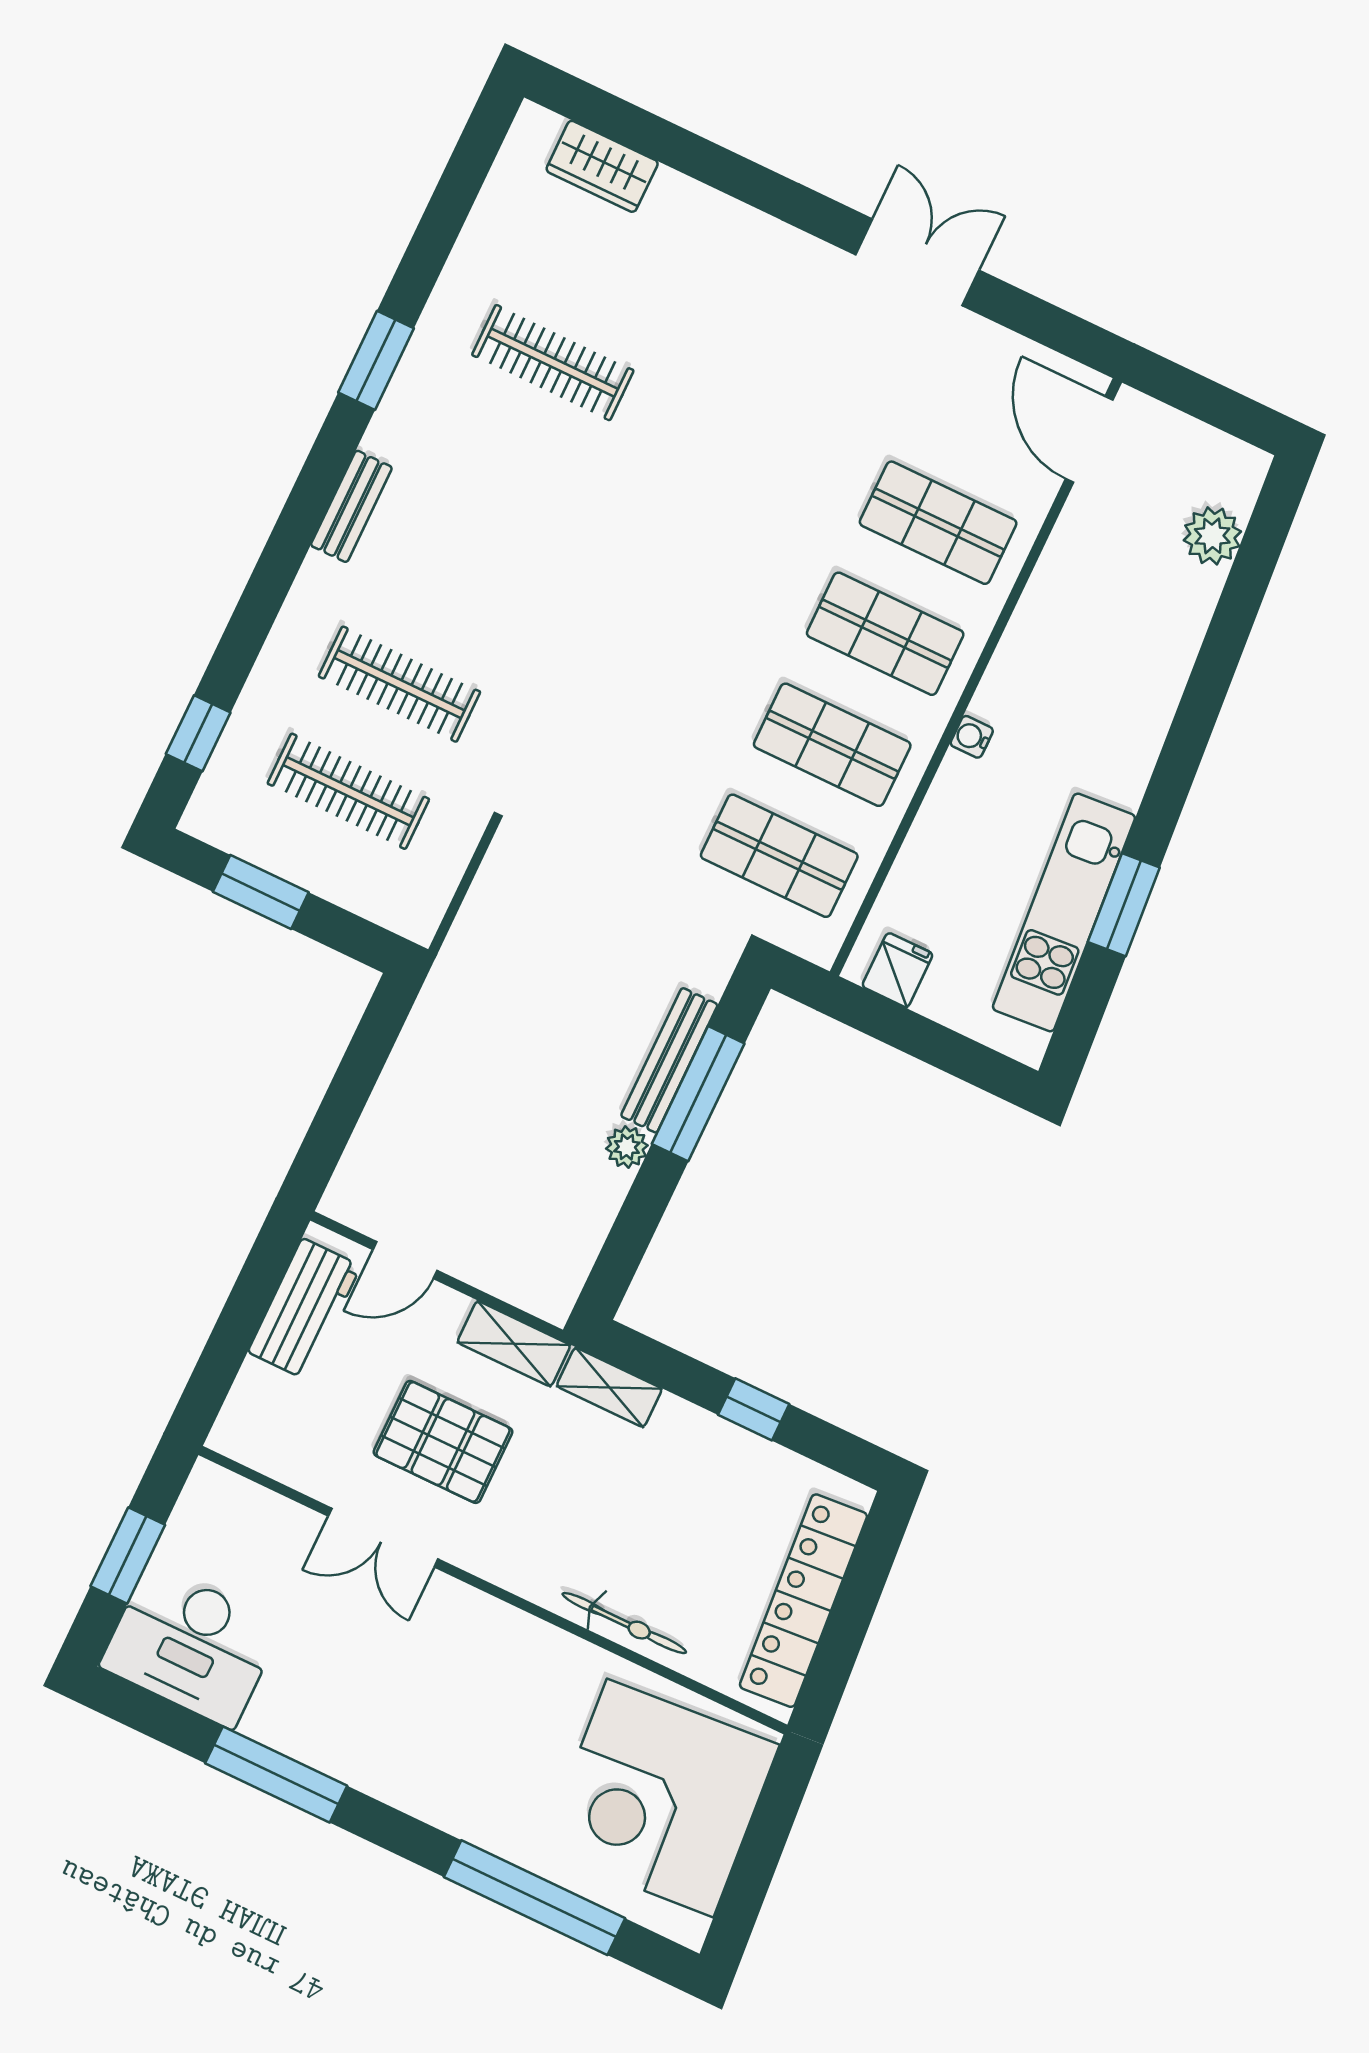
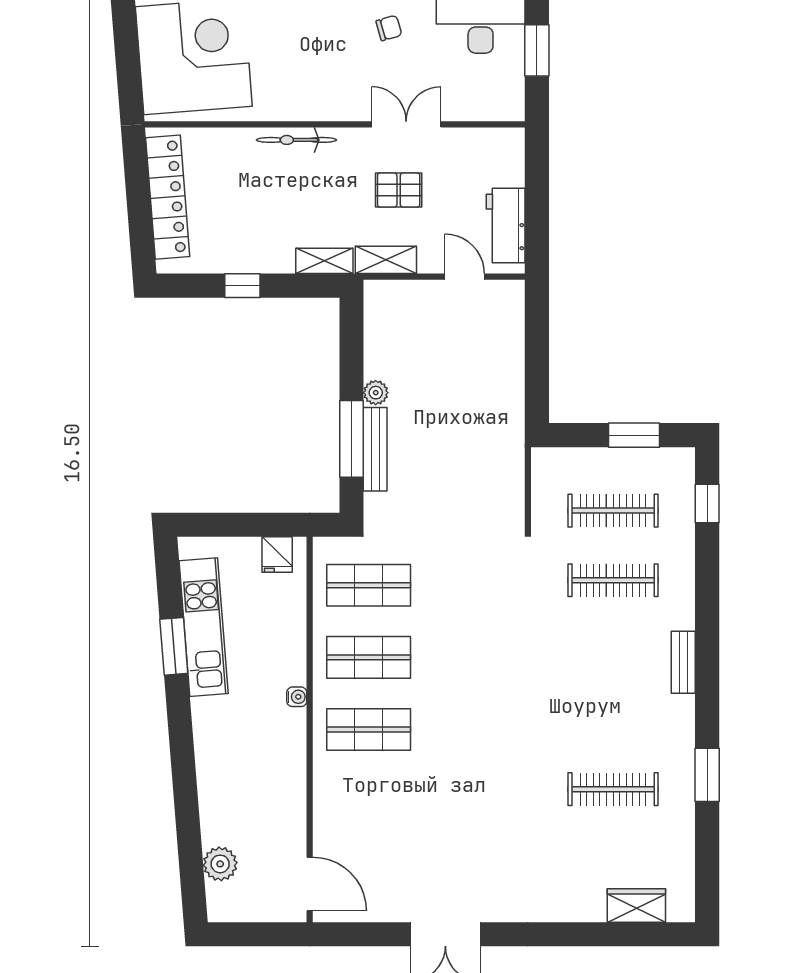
window: (376, 360) -> (707, 775), moved
shop shelf: (938, 523) -> (369, 802), removed
door: (405, 1260) -> (465, 277), hinge flipped
pallet: (443, 1442) -> (399, 190), width x0.67, depth x0.71
bicycle: (624, 1623) -> (296, 140), moved
chair: (339, 1698) -> (389, 28), added

